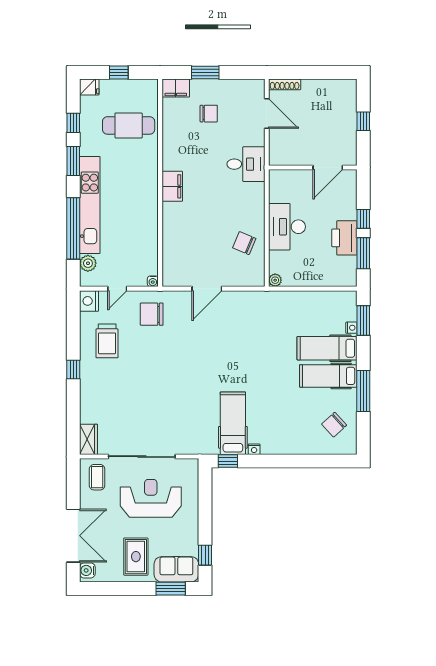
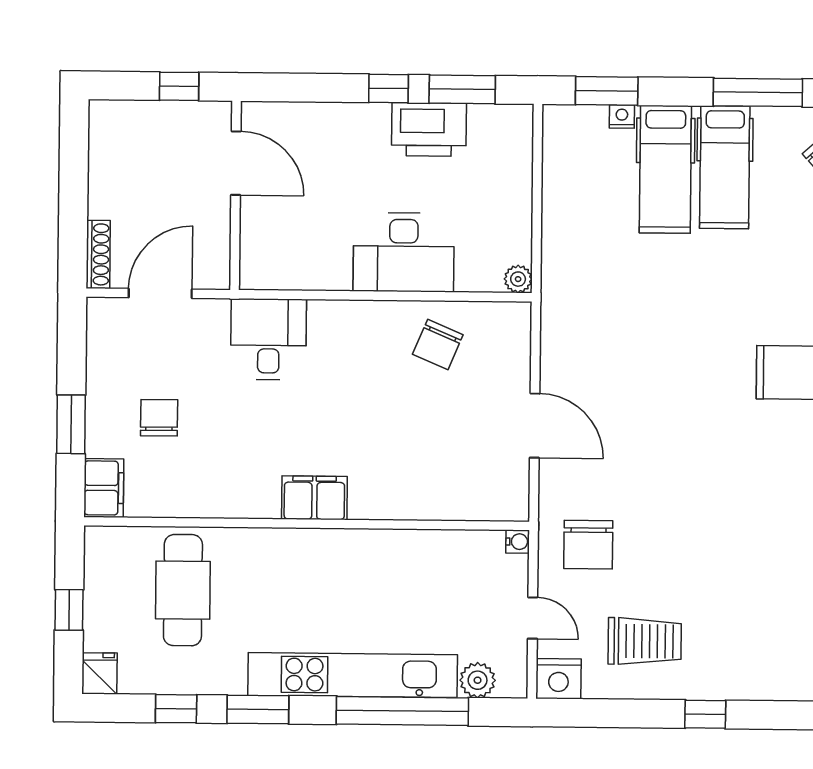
wall: (313, 167) -> (236, 195), moved
door: (328, 167) -> (236, 163), moved

